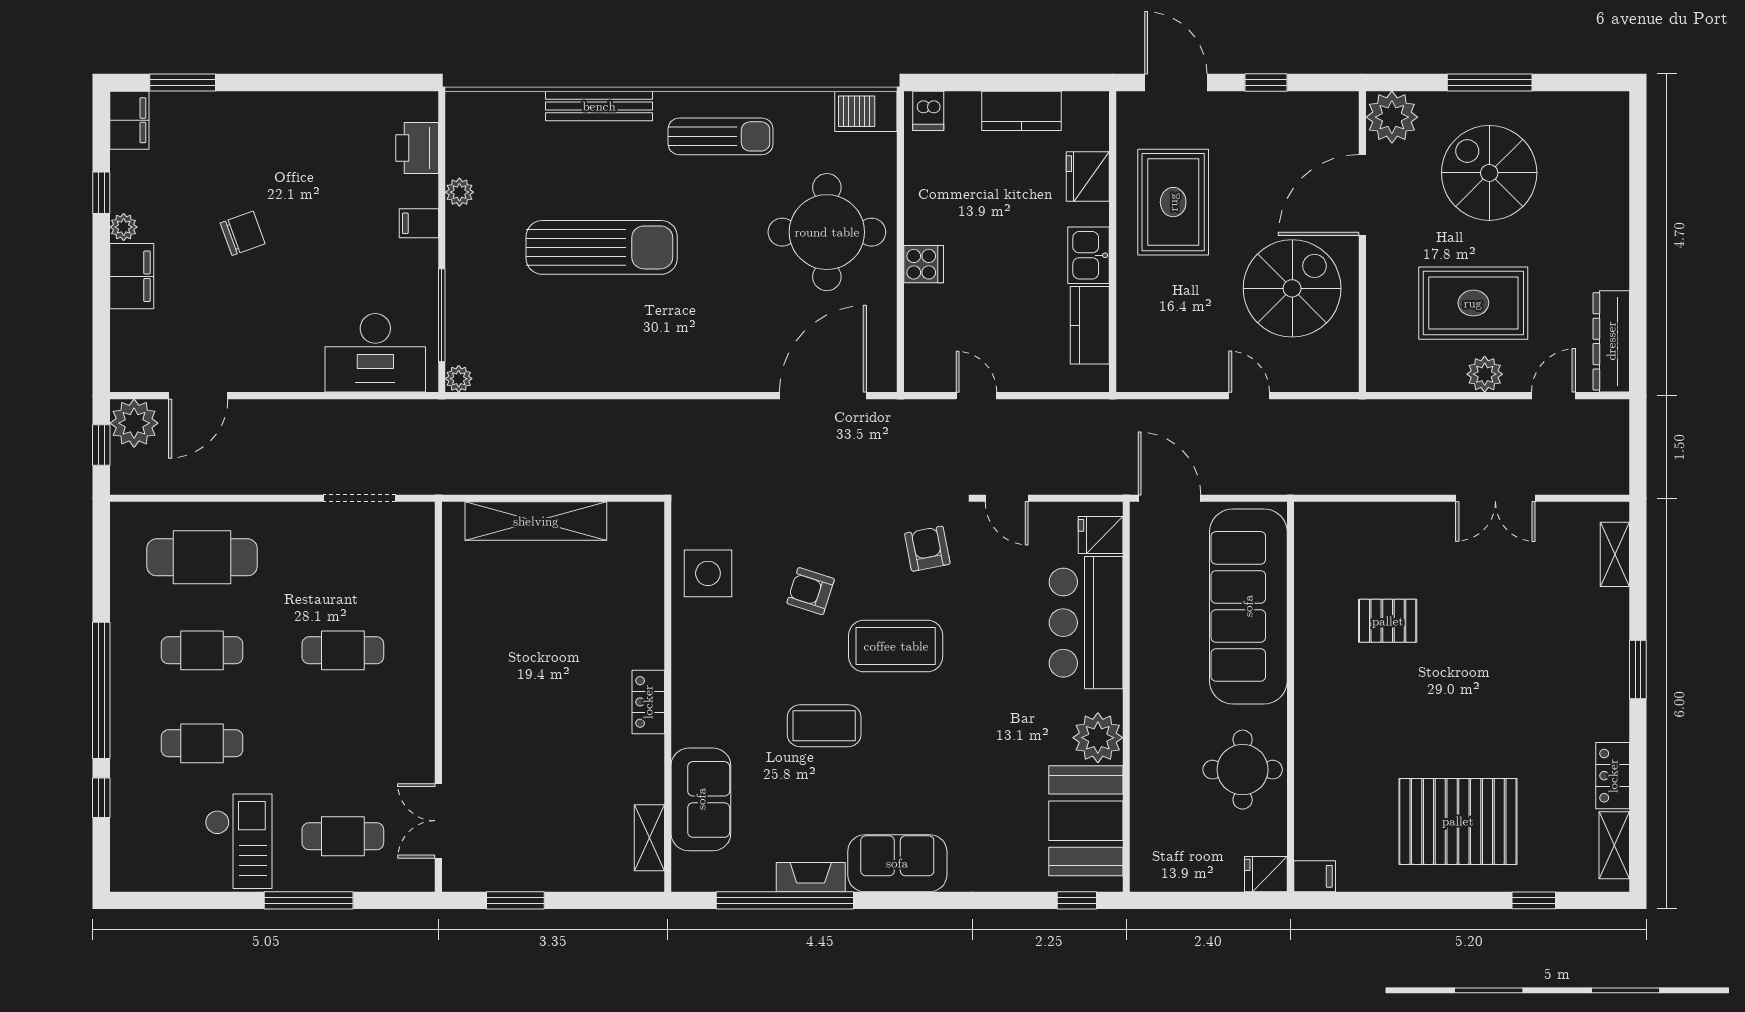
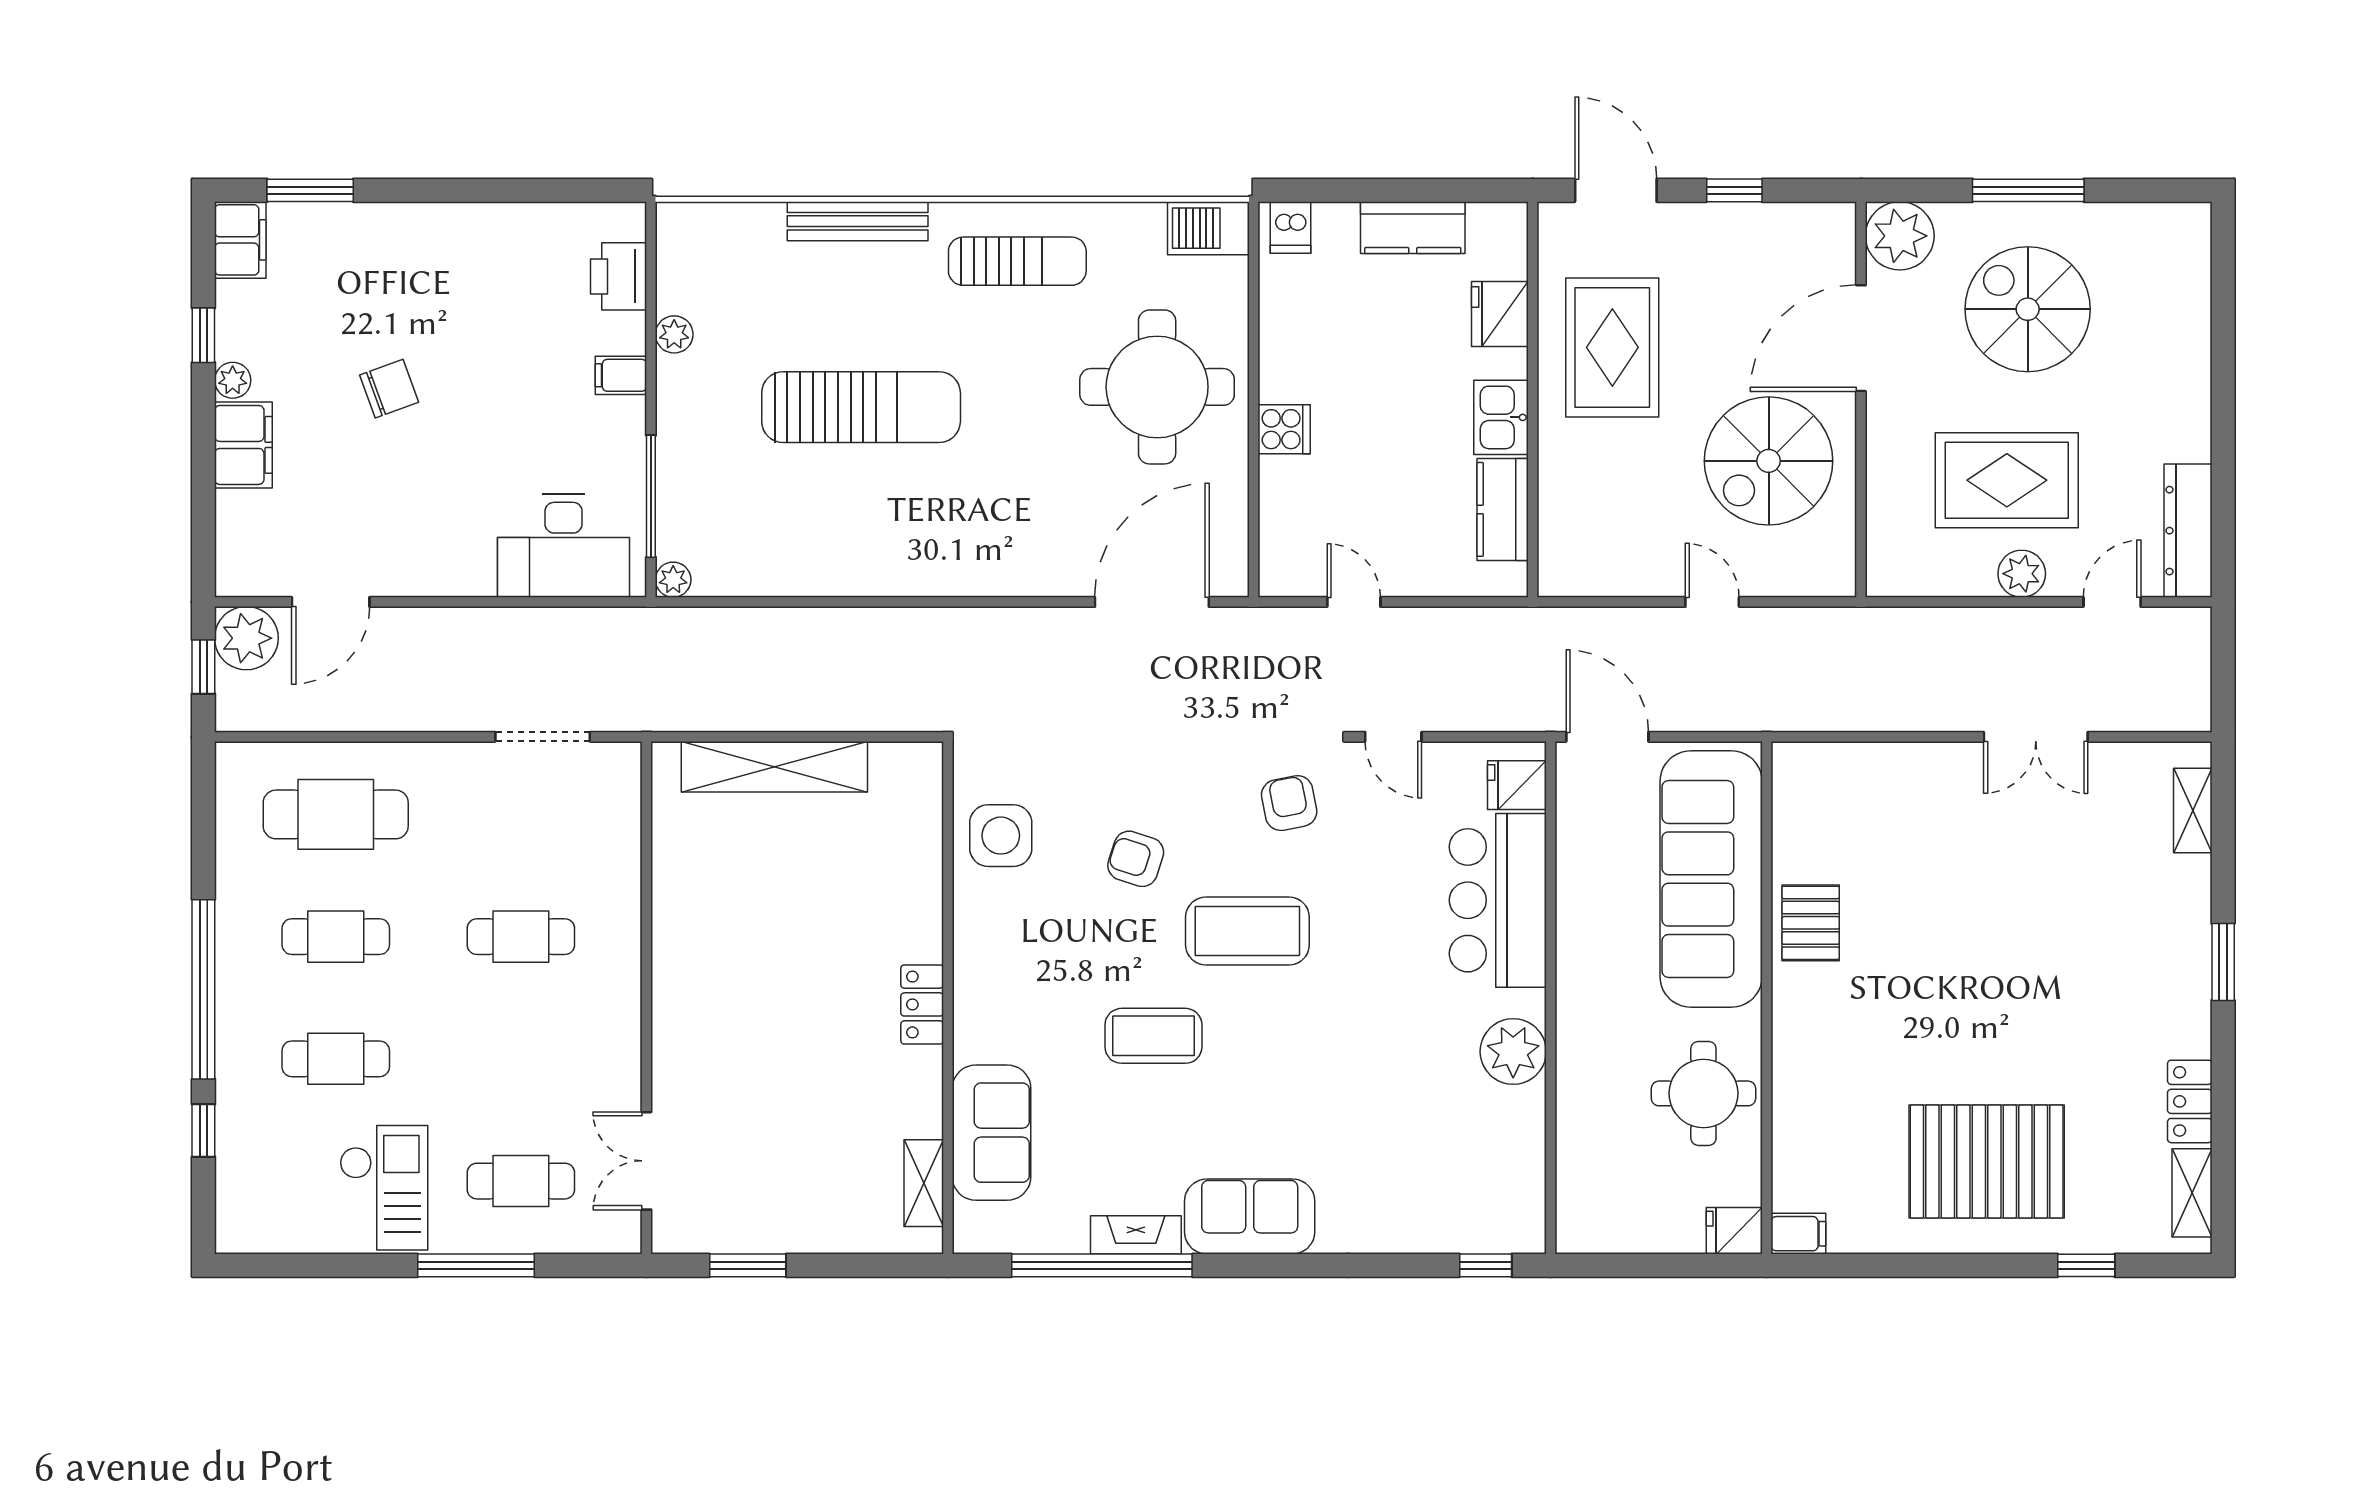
spiral stairs: (1292, 288) -> (1769, 461), turned 180
pallet: (1388, 621) -> (1811, 923), moved, turned 90
booth: (1086, 821) -> (1497, 1161), removed

